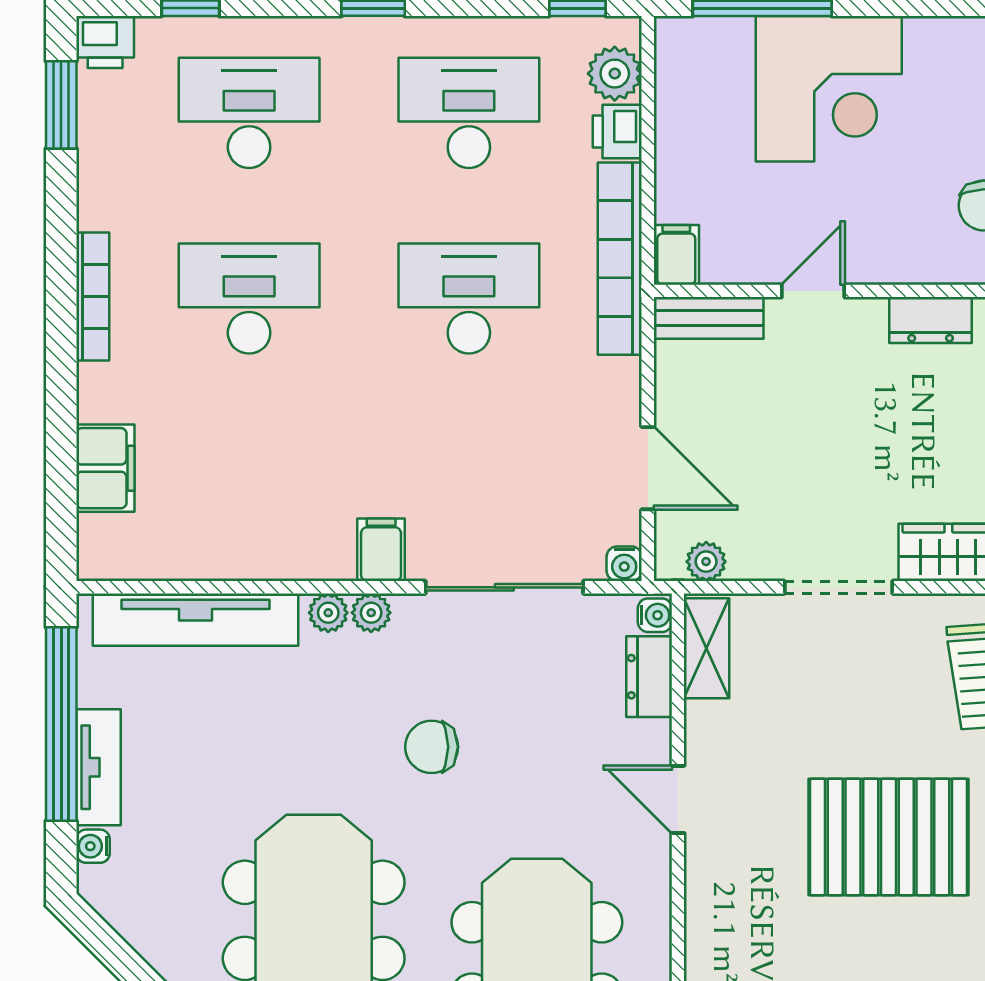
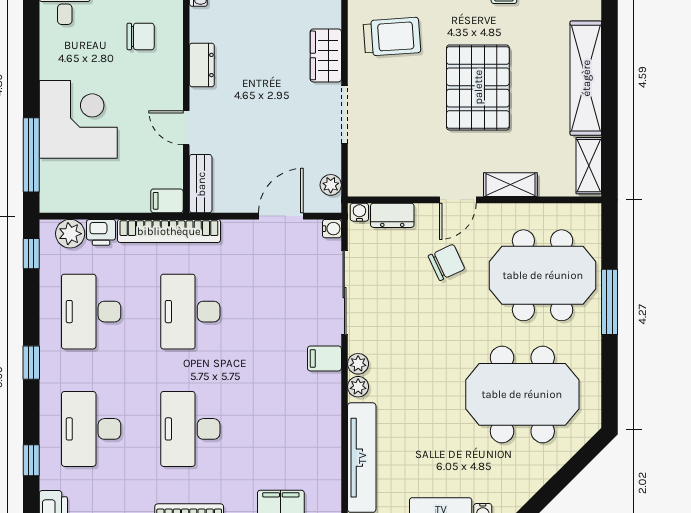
shelving: (706, 648) -> (510, 185), moved
chair: (432, 747) -> (447, 262), moved, turned -115

